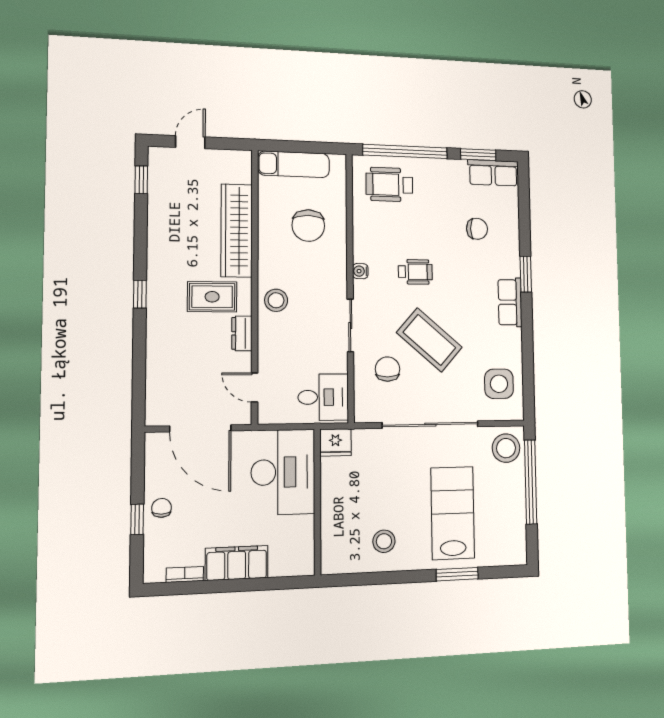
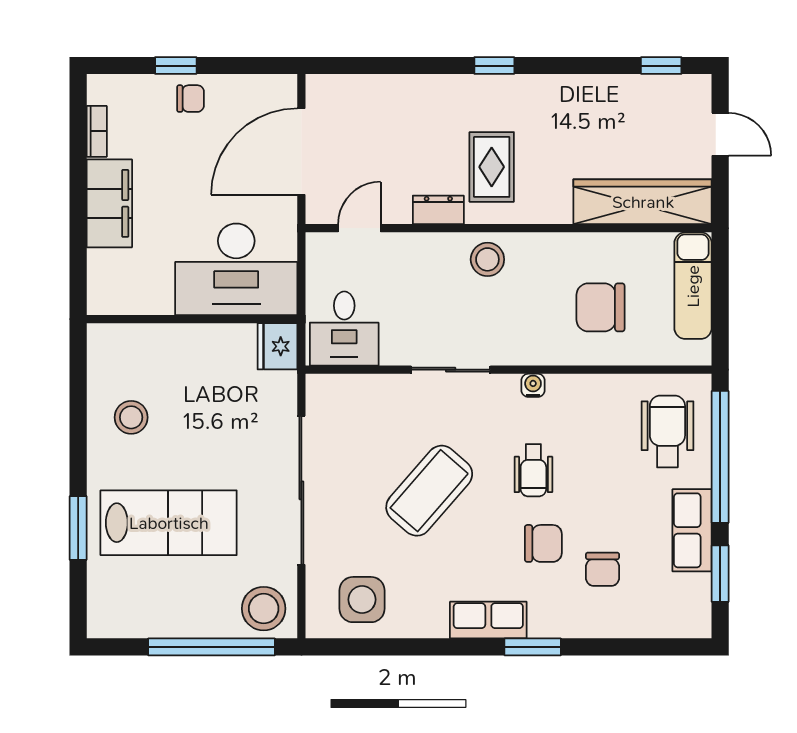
row of seats: (493, 173) -> (692, 530), moved
wardrobe: (237, 230) -> (643, 202), moved
chair: (387, 369) -> (543, 543), moved

